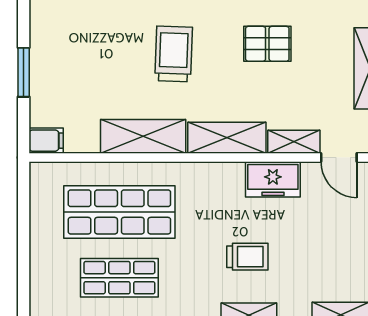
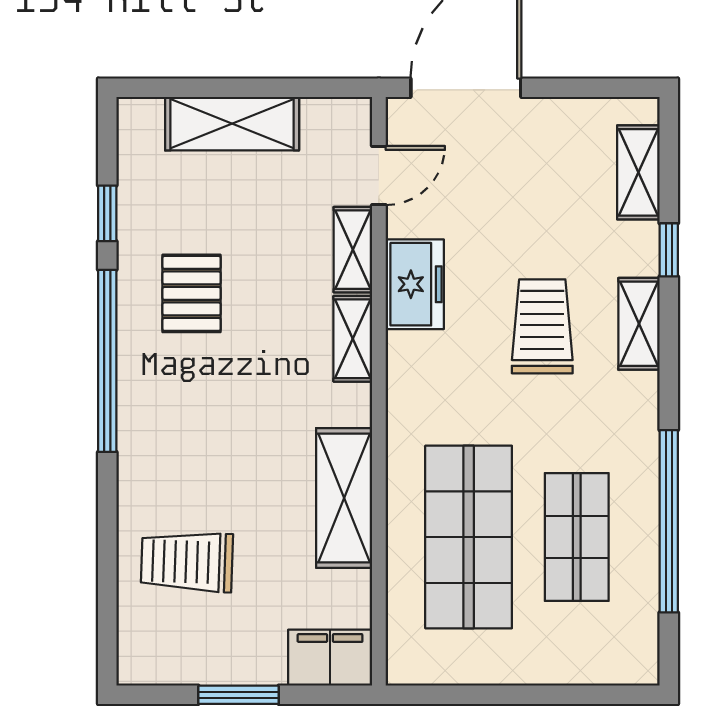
trolley: (174, 54) -> (187, 562), moved
shelving: (227, 138) -> (353, 339), width x0.67, depth x0.75
filing cabinet: (46, 141) -> (330, 658), width x2.00
trolley: (247, 257) -> (542, 326), width x1.36, depth x1.39

